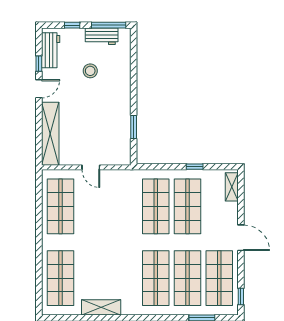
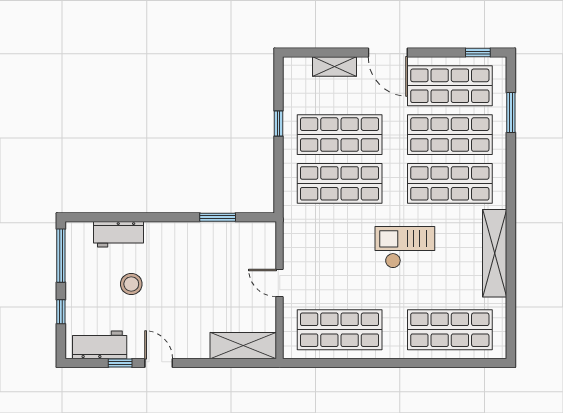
workbench: (102, 36) -> (118, 234), moved, turned 90
shelving: (50, 134) -> (243, 346), width x0.68
door: (91, 167) -> (280, 283), swing flipped
shelving: (232, 187) -> (334, 67), moved
door: (241, 238) -> (388, 53), swing flipped
checkout: (114, 249) -> (405, 247), added
shelving: (101, 307) -> (495, 253), width x1.47

